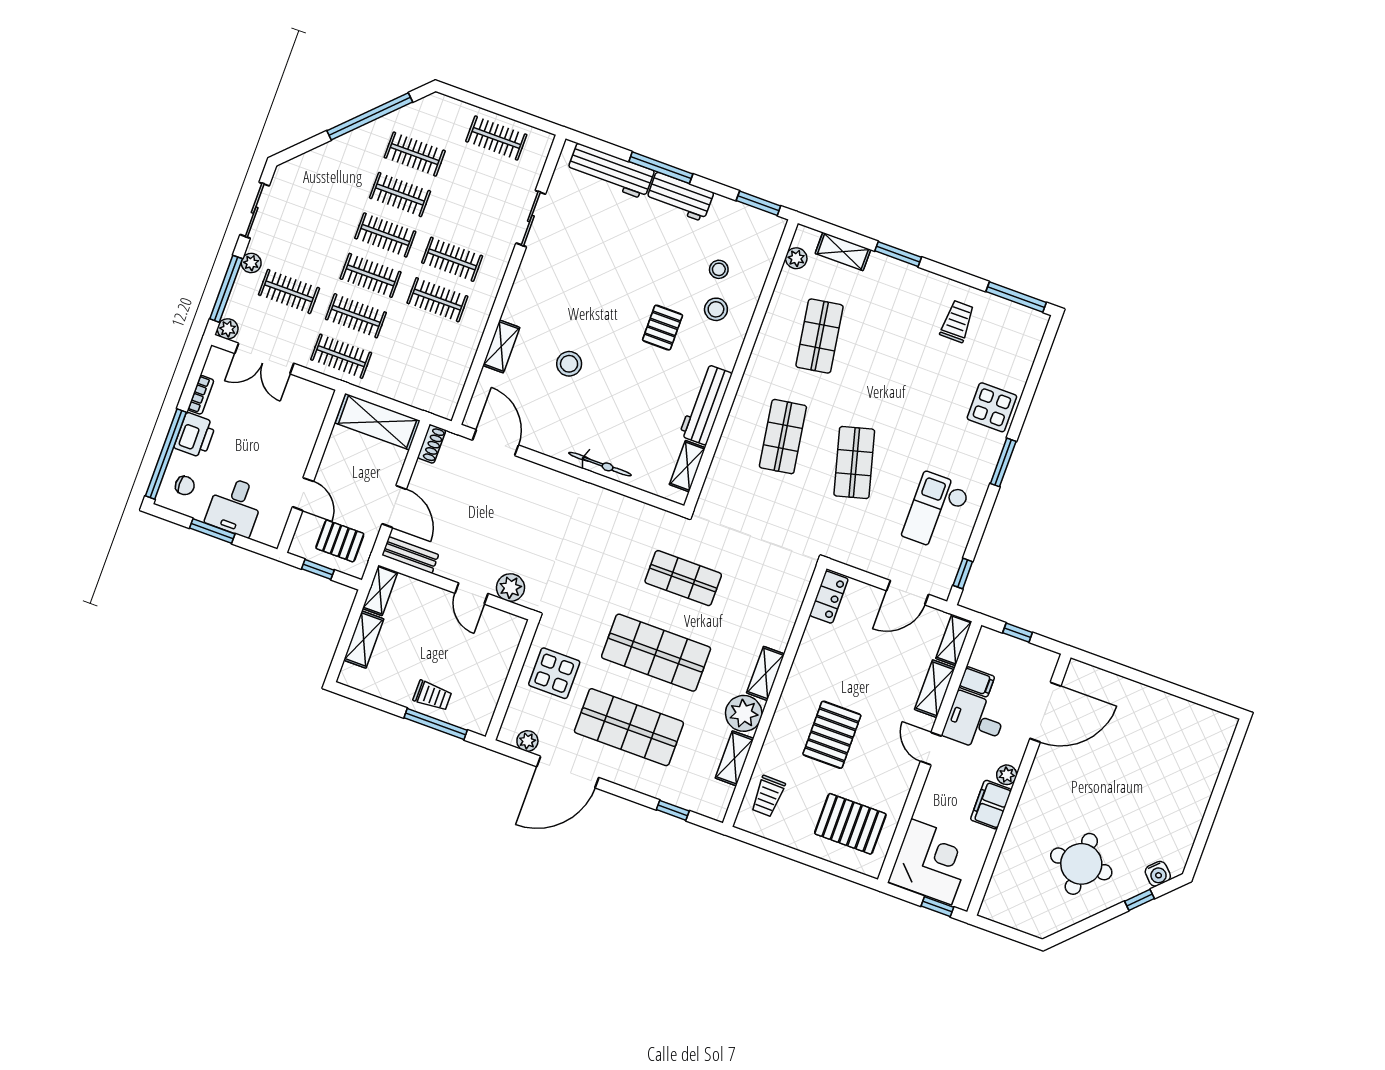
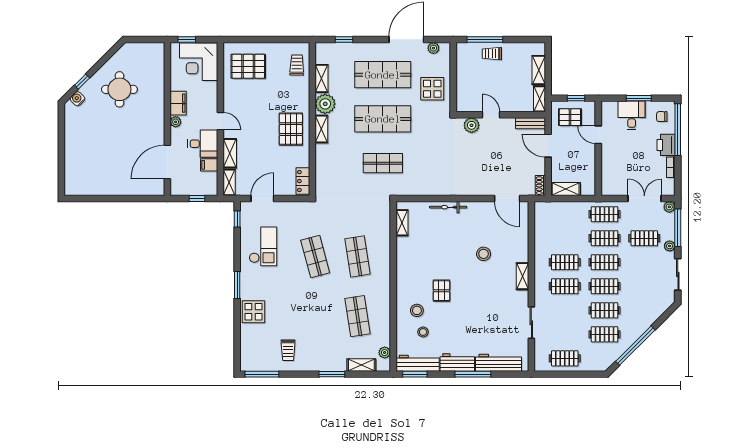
shelving: (501, 346) -> (522, 276), moved
workbench: (706, 404) -> (418, 363), moved, turned -90
shelving: (378, 422) -> (566, 189), width x0.67, depth x0.75
pallet: (832, 735) -> (291, 129), moved

